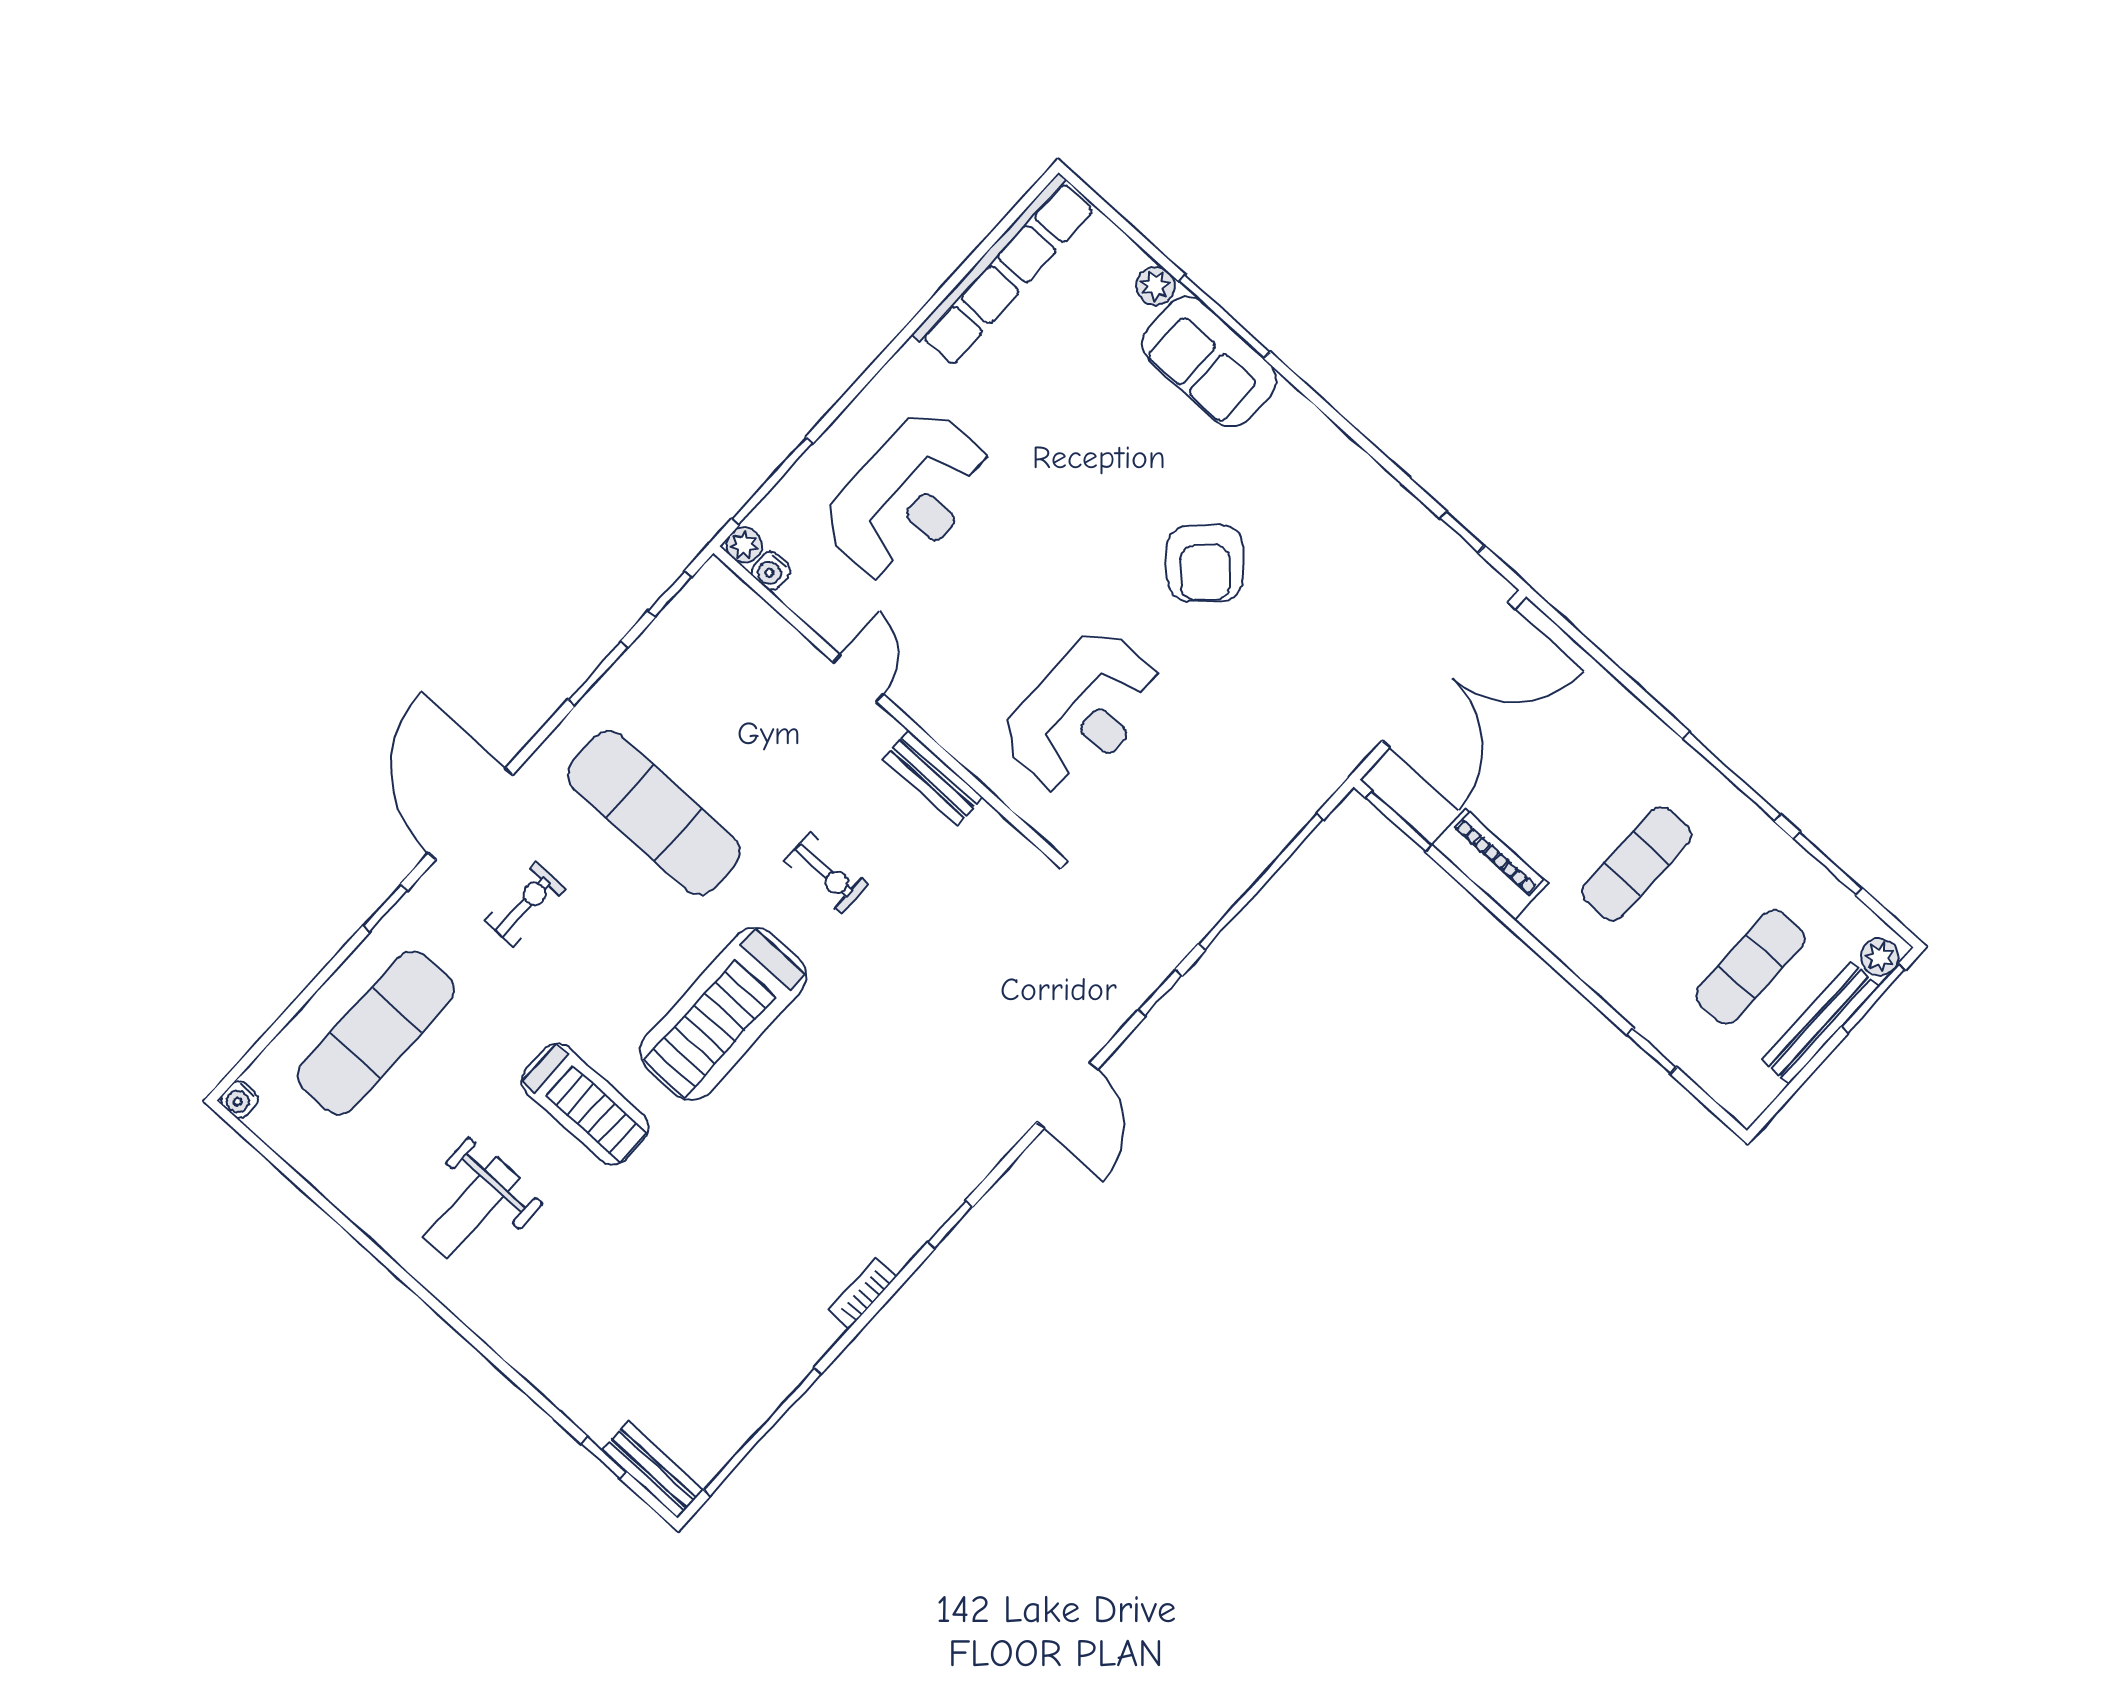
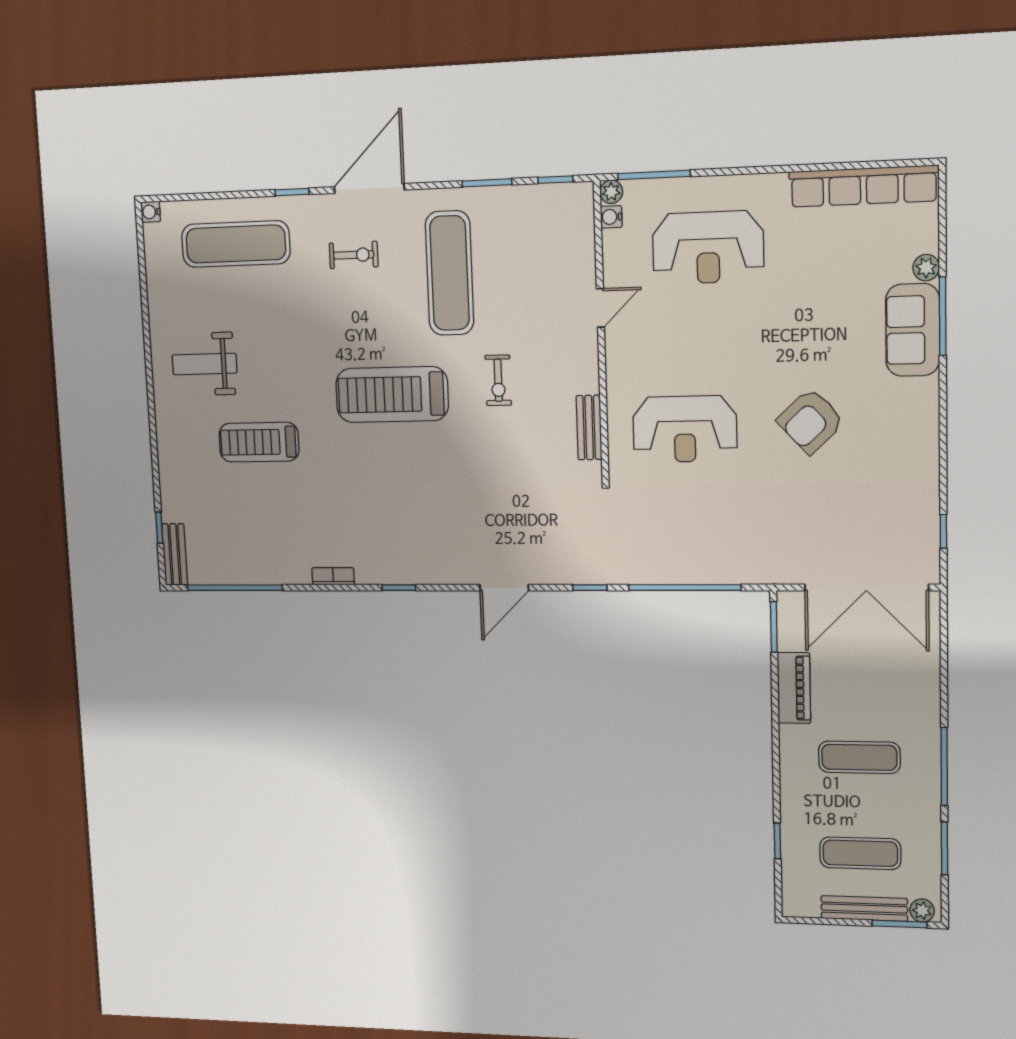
bench: (933, 778) -> (589, 428), moved
treadmill: (585, 1104) -> (259, 442), moved, turned 90

